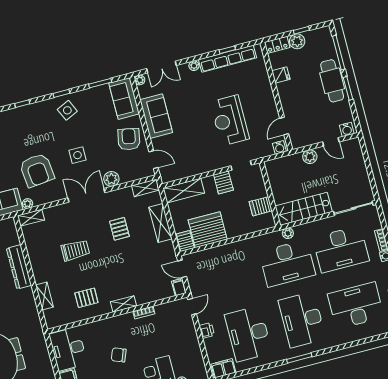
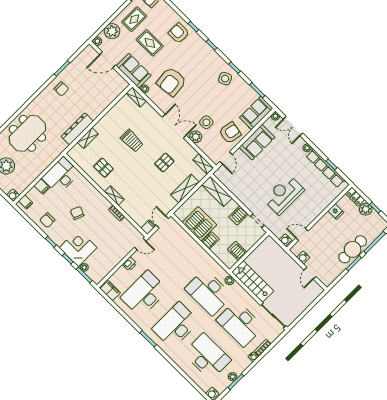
water cooler: (347, 129) -> (303, 257), moved
side table: (77, 155) -> (206, 122), moved
plant: (310, 157) -> (291, 265), removed
server rack: (185, 241) -> (210, 240), moved
dresser: (19, 267) -> (77, 129), moved

